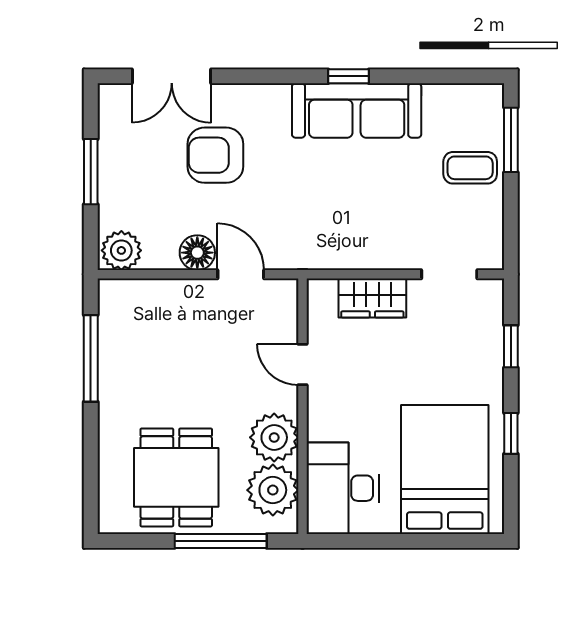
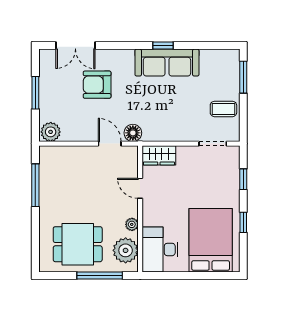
coffee table: (470, 168) -> (223, 109), moved
floor lamp: (197, 253) -> (133, 133), moved
wardrobe: (372, 298) -> (159, 155), moved
plant: (274, 437) -> (132, 224), width x0.53, depth x0.53
dining table: (176, 477) -> (78, 244), turned 90

